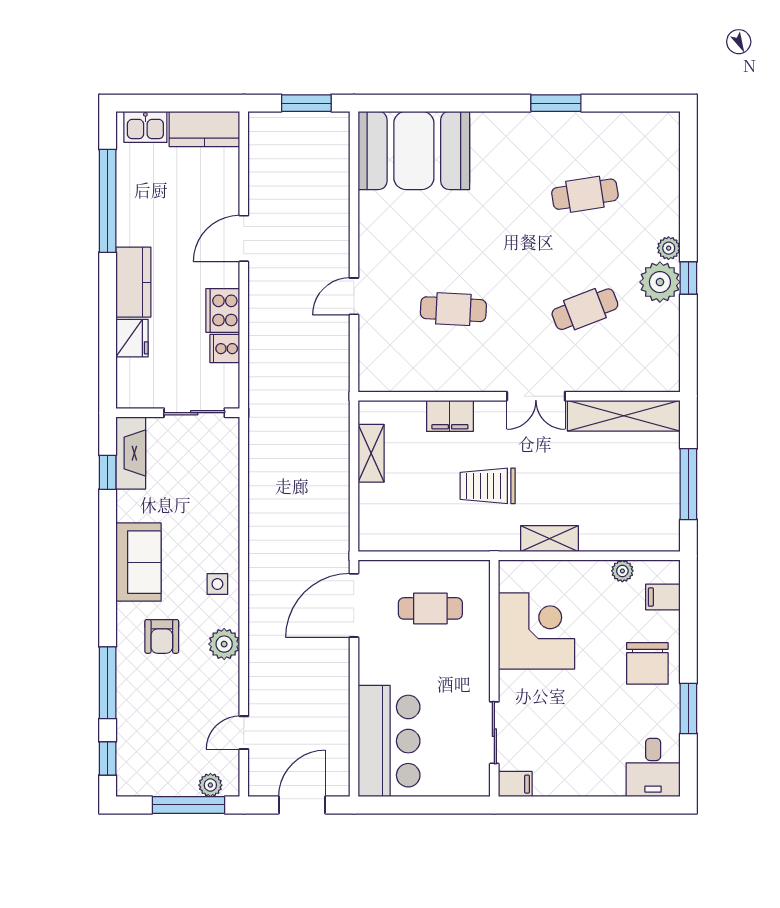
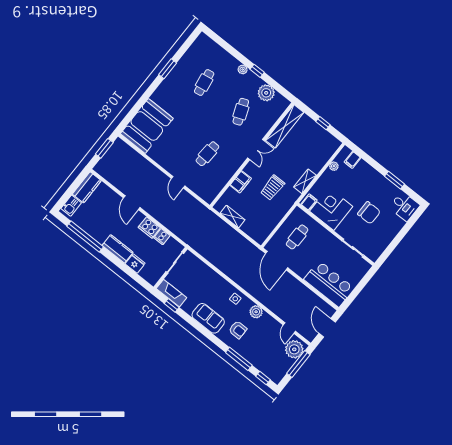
plant: (660, 282) -> (266, 93), moved
window: (688, 484) -> (323, 123), width x0.46
chair: (647, 663) -> (369, 213), moved
filing cabinet: (515, 784) -> (309, 202), moved
plant: (210, 785) -> (294, 349), width x1.87, depth x1.87

